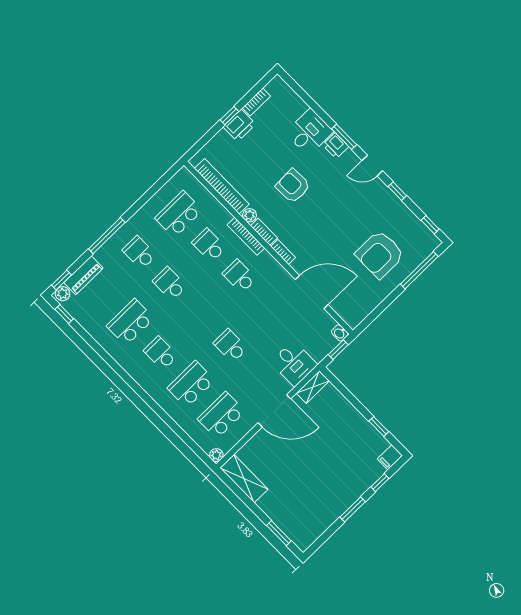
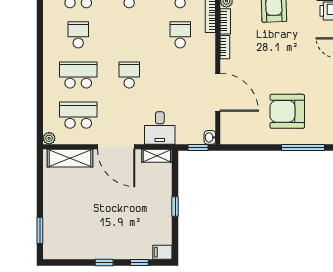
window: (379, 426) -> (175, 207), moved
shelving: (244, 479) -> (70, 158), moved, turned 90
window: (353, 509) -> (104, 262), width x0.67

